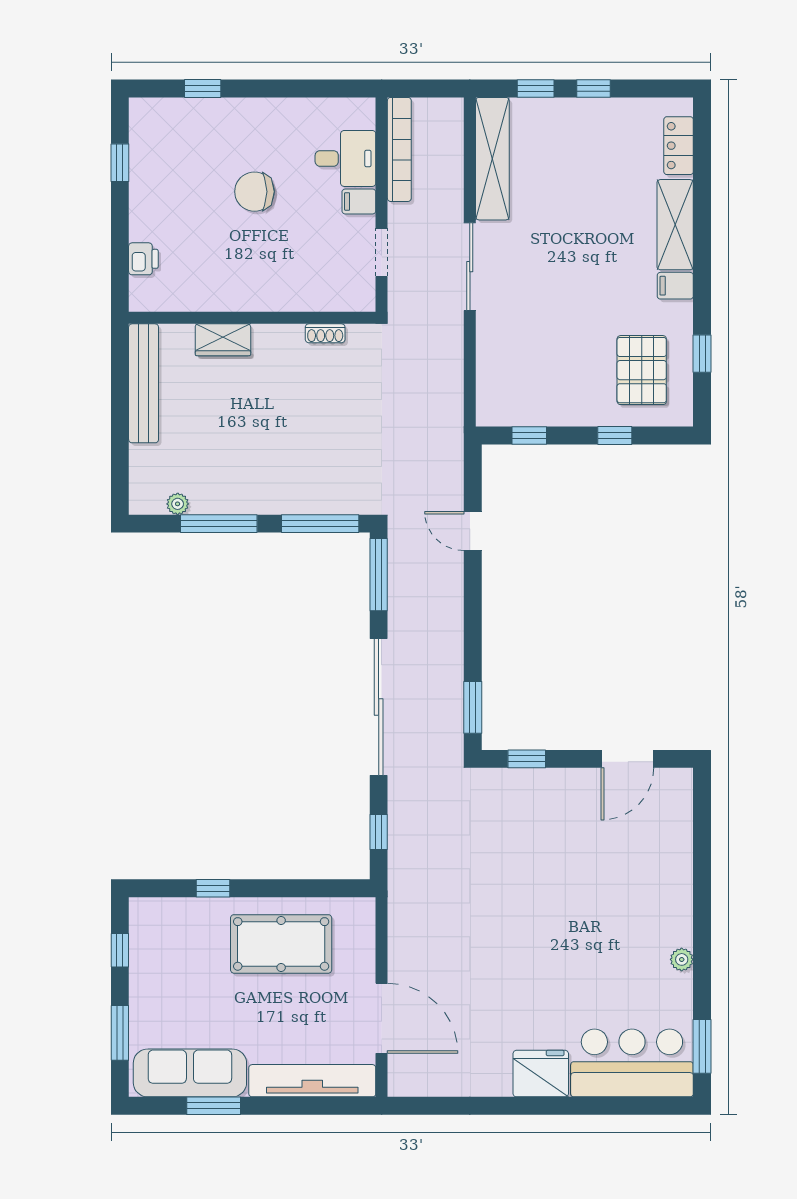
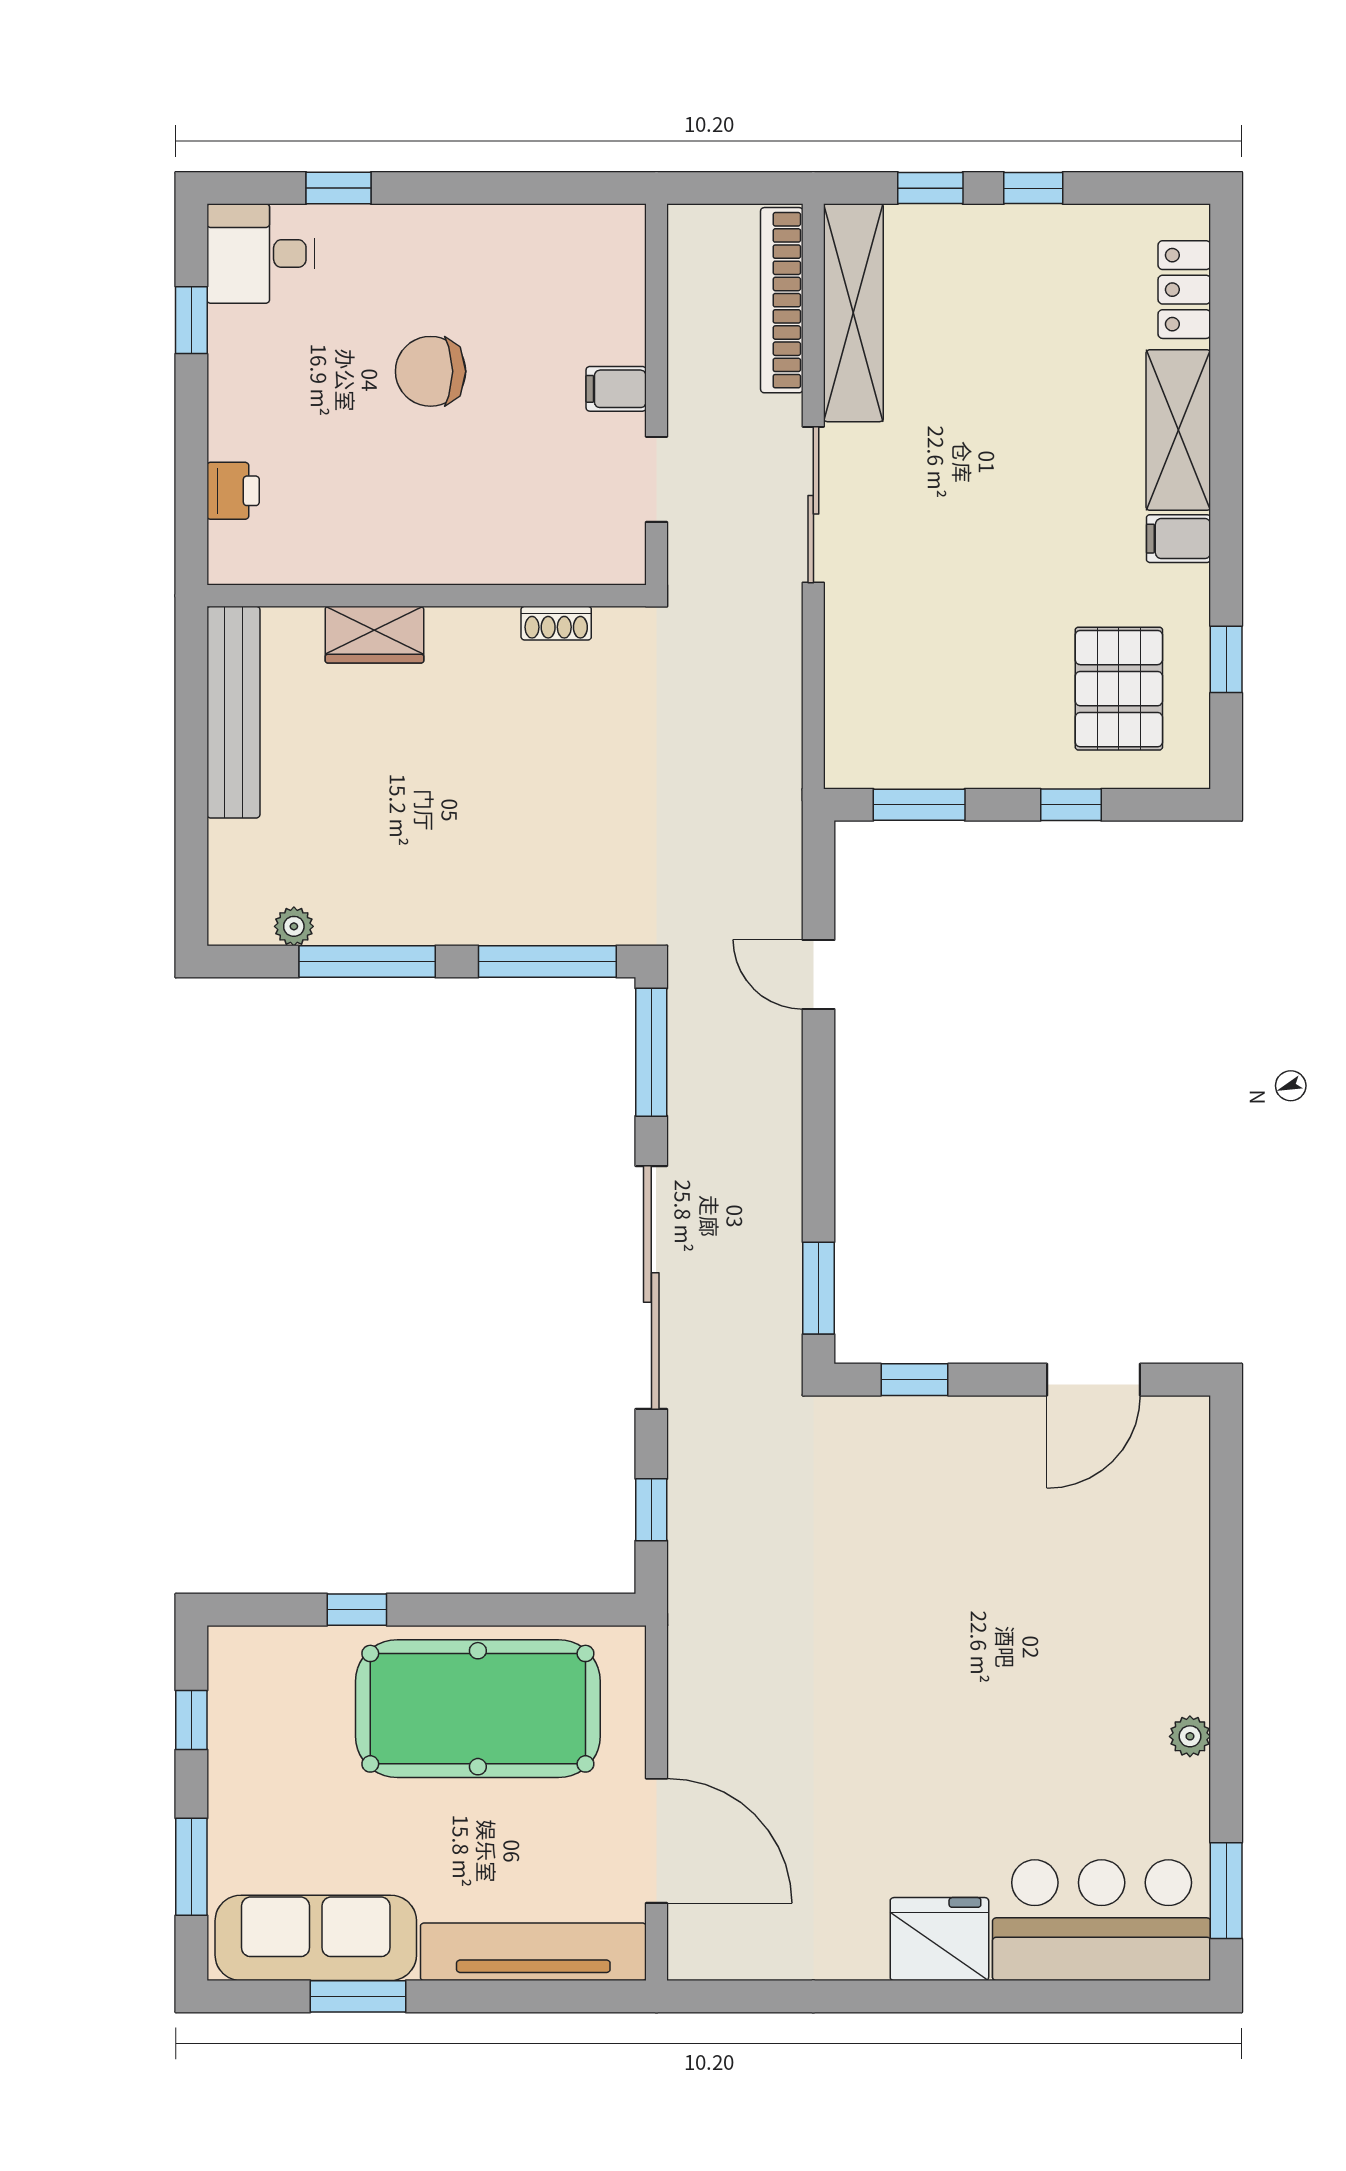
bookcase: (399, 149) -> (782, 300), moved, turned 180
desk: (345, 158) -> (261, 254), moved, turned 180
window: (529, 435) -> (919, 805), width x1.50
pool table: (281, 944) -> (478, 1709), width x1.36, depth x1.32

